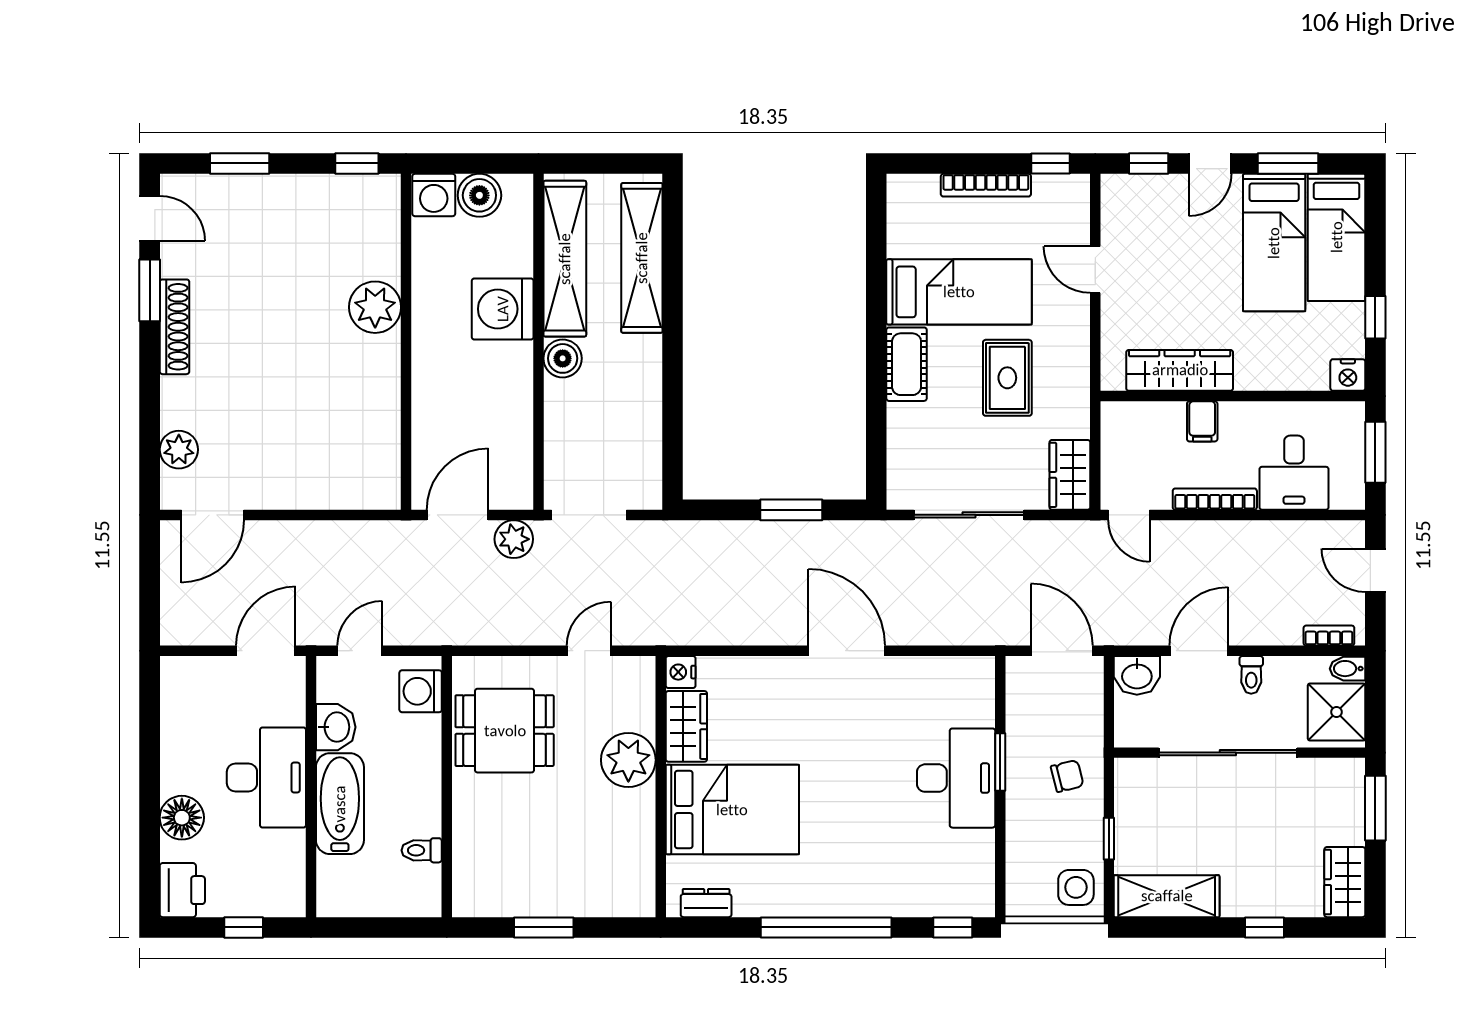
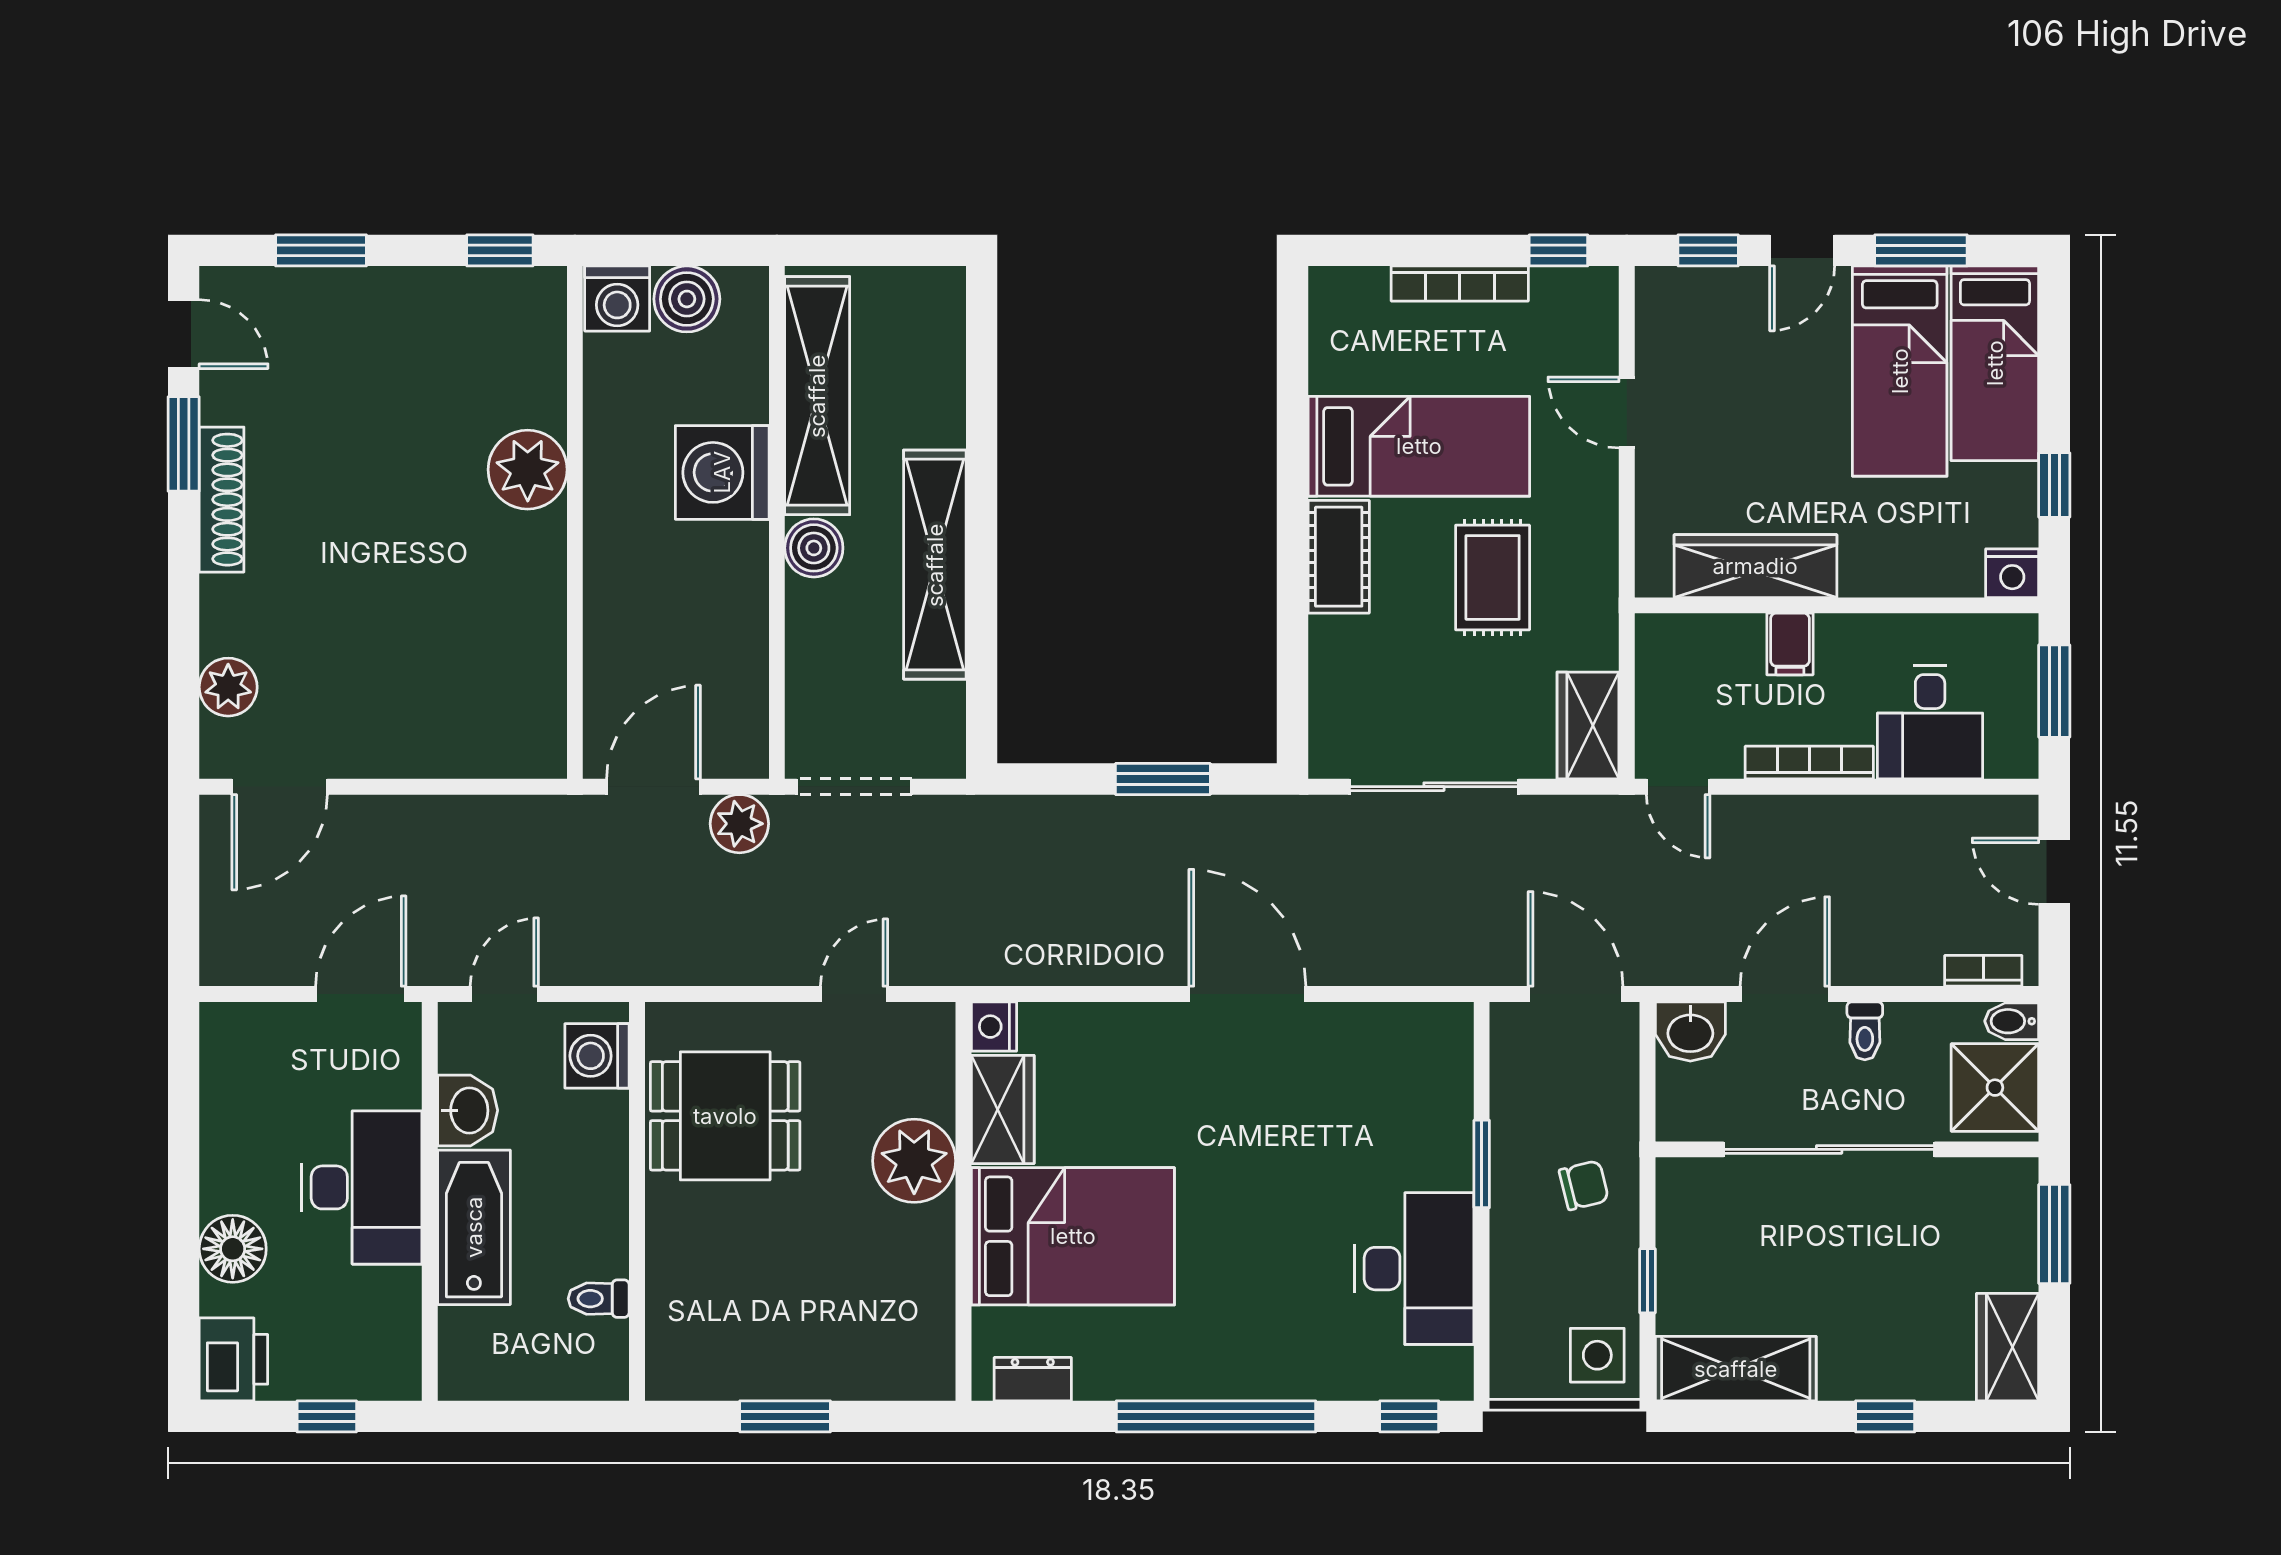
shelving: (642, 258) -> (935, 565), moved
desk: (956, 778) -> (1414, 1269), moved

